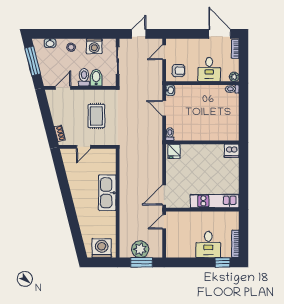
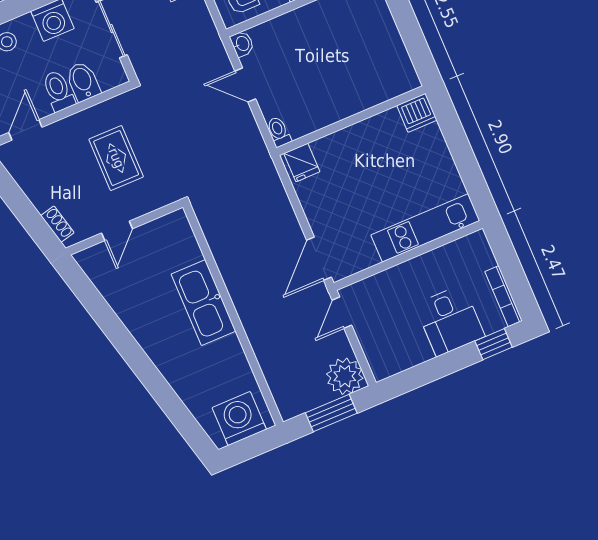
plant: (140, 249) -> (345, 376), moved

